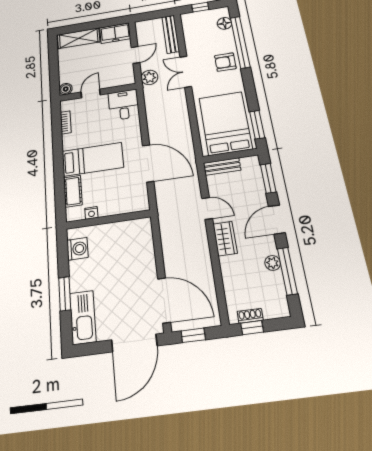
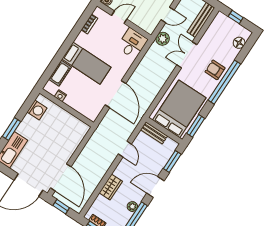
window: (240, 42) -> (224, 82), moved
wardrobe: (225, 239) -> (111, 187), moved

